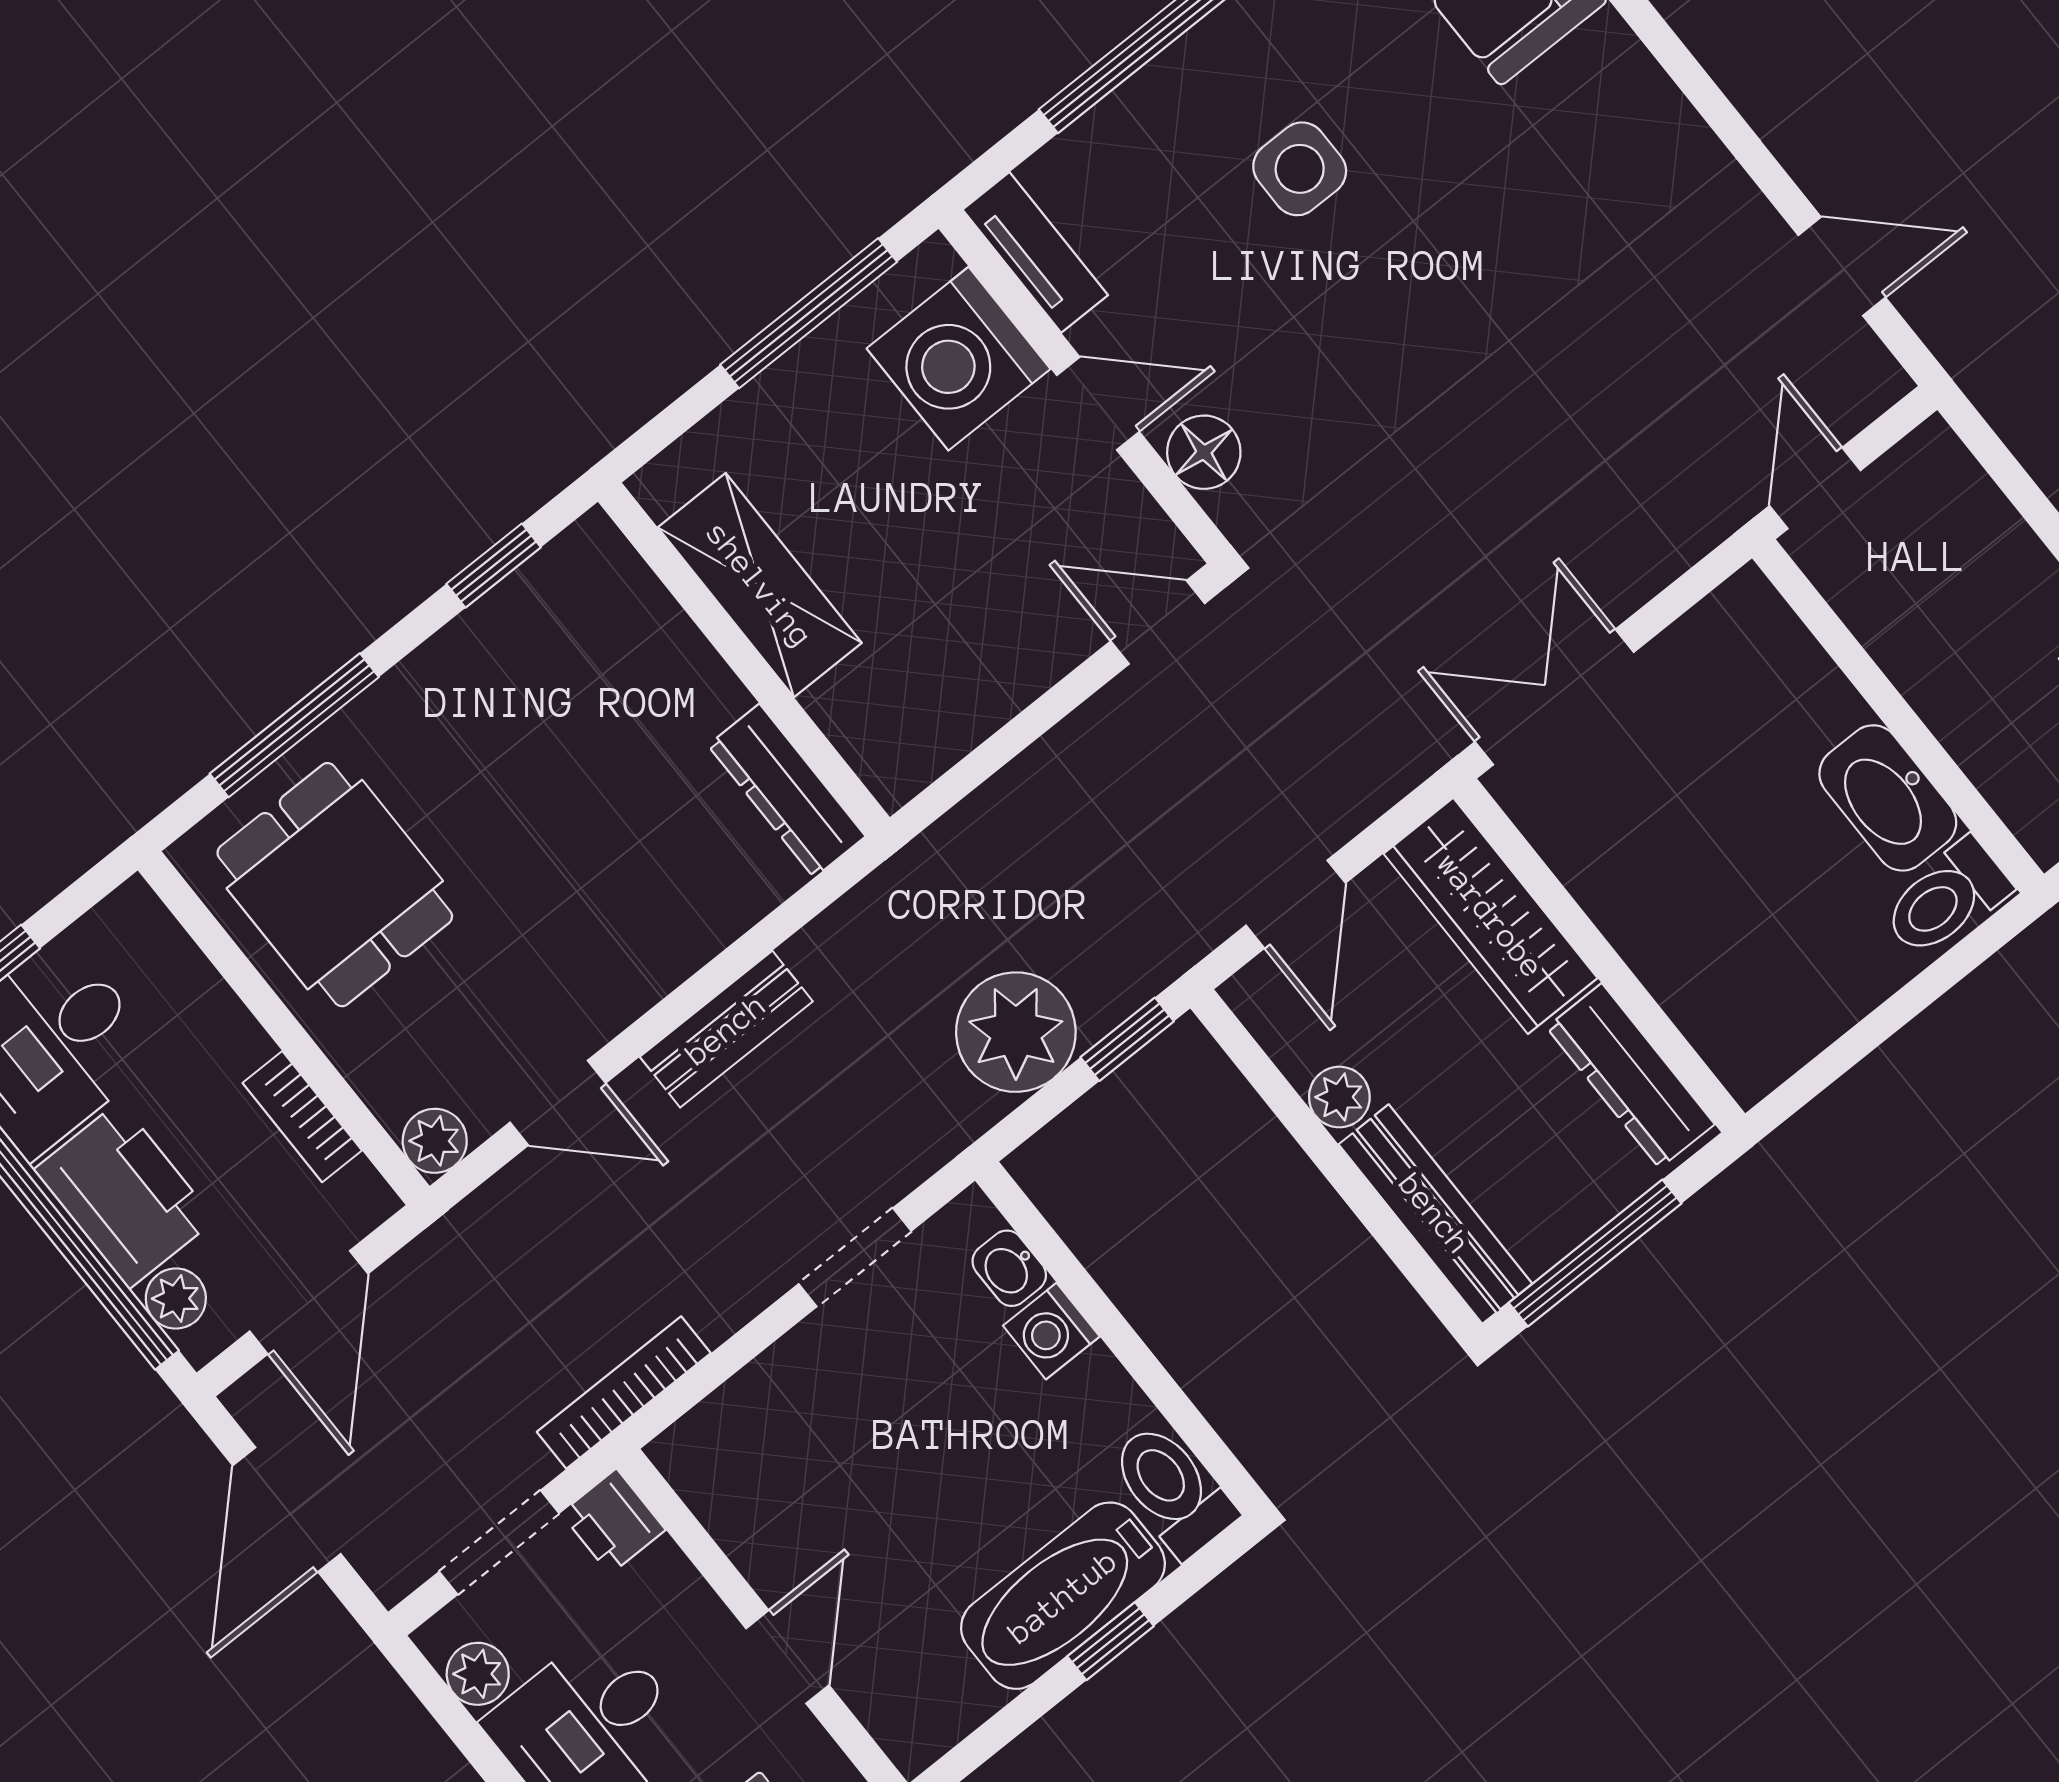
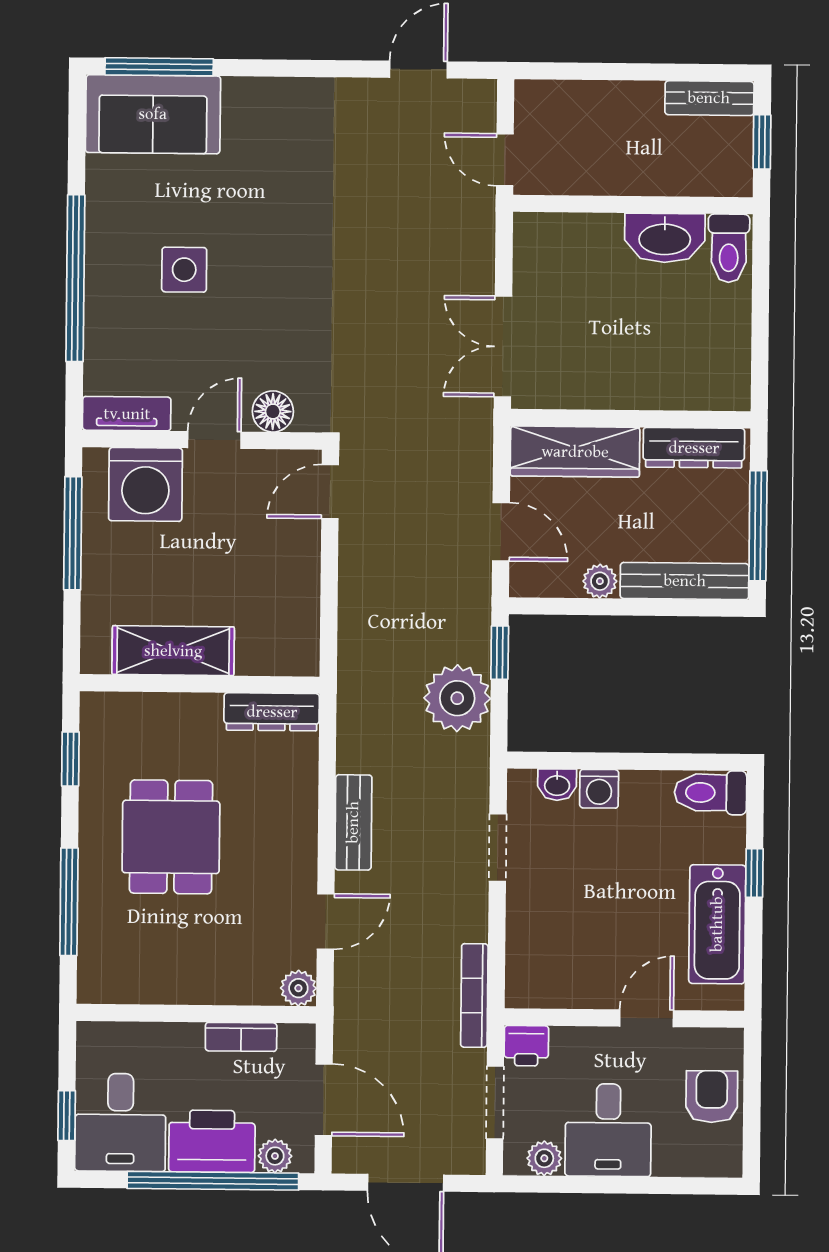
dining table: (335, 885) -> (171, 837), moved, turned 90
bathtub: (1063, 1596) -> (717, 924), moved
door: (787, 1657) -> (647, 1018), hinge flipped

